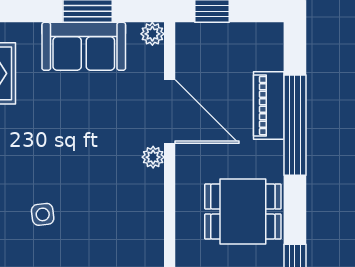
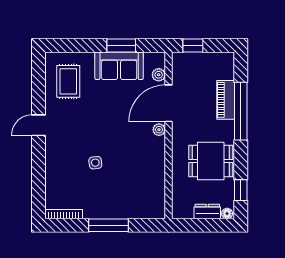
plant: (152, 34) -> (159, 75), moved
door: (170, 112) -> (169, 103), swing flipped

